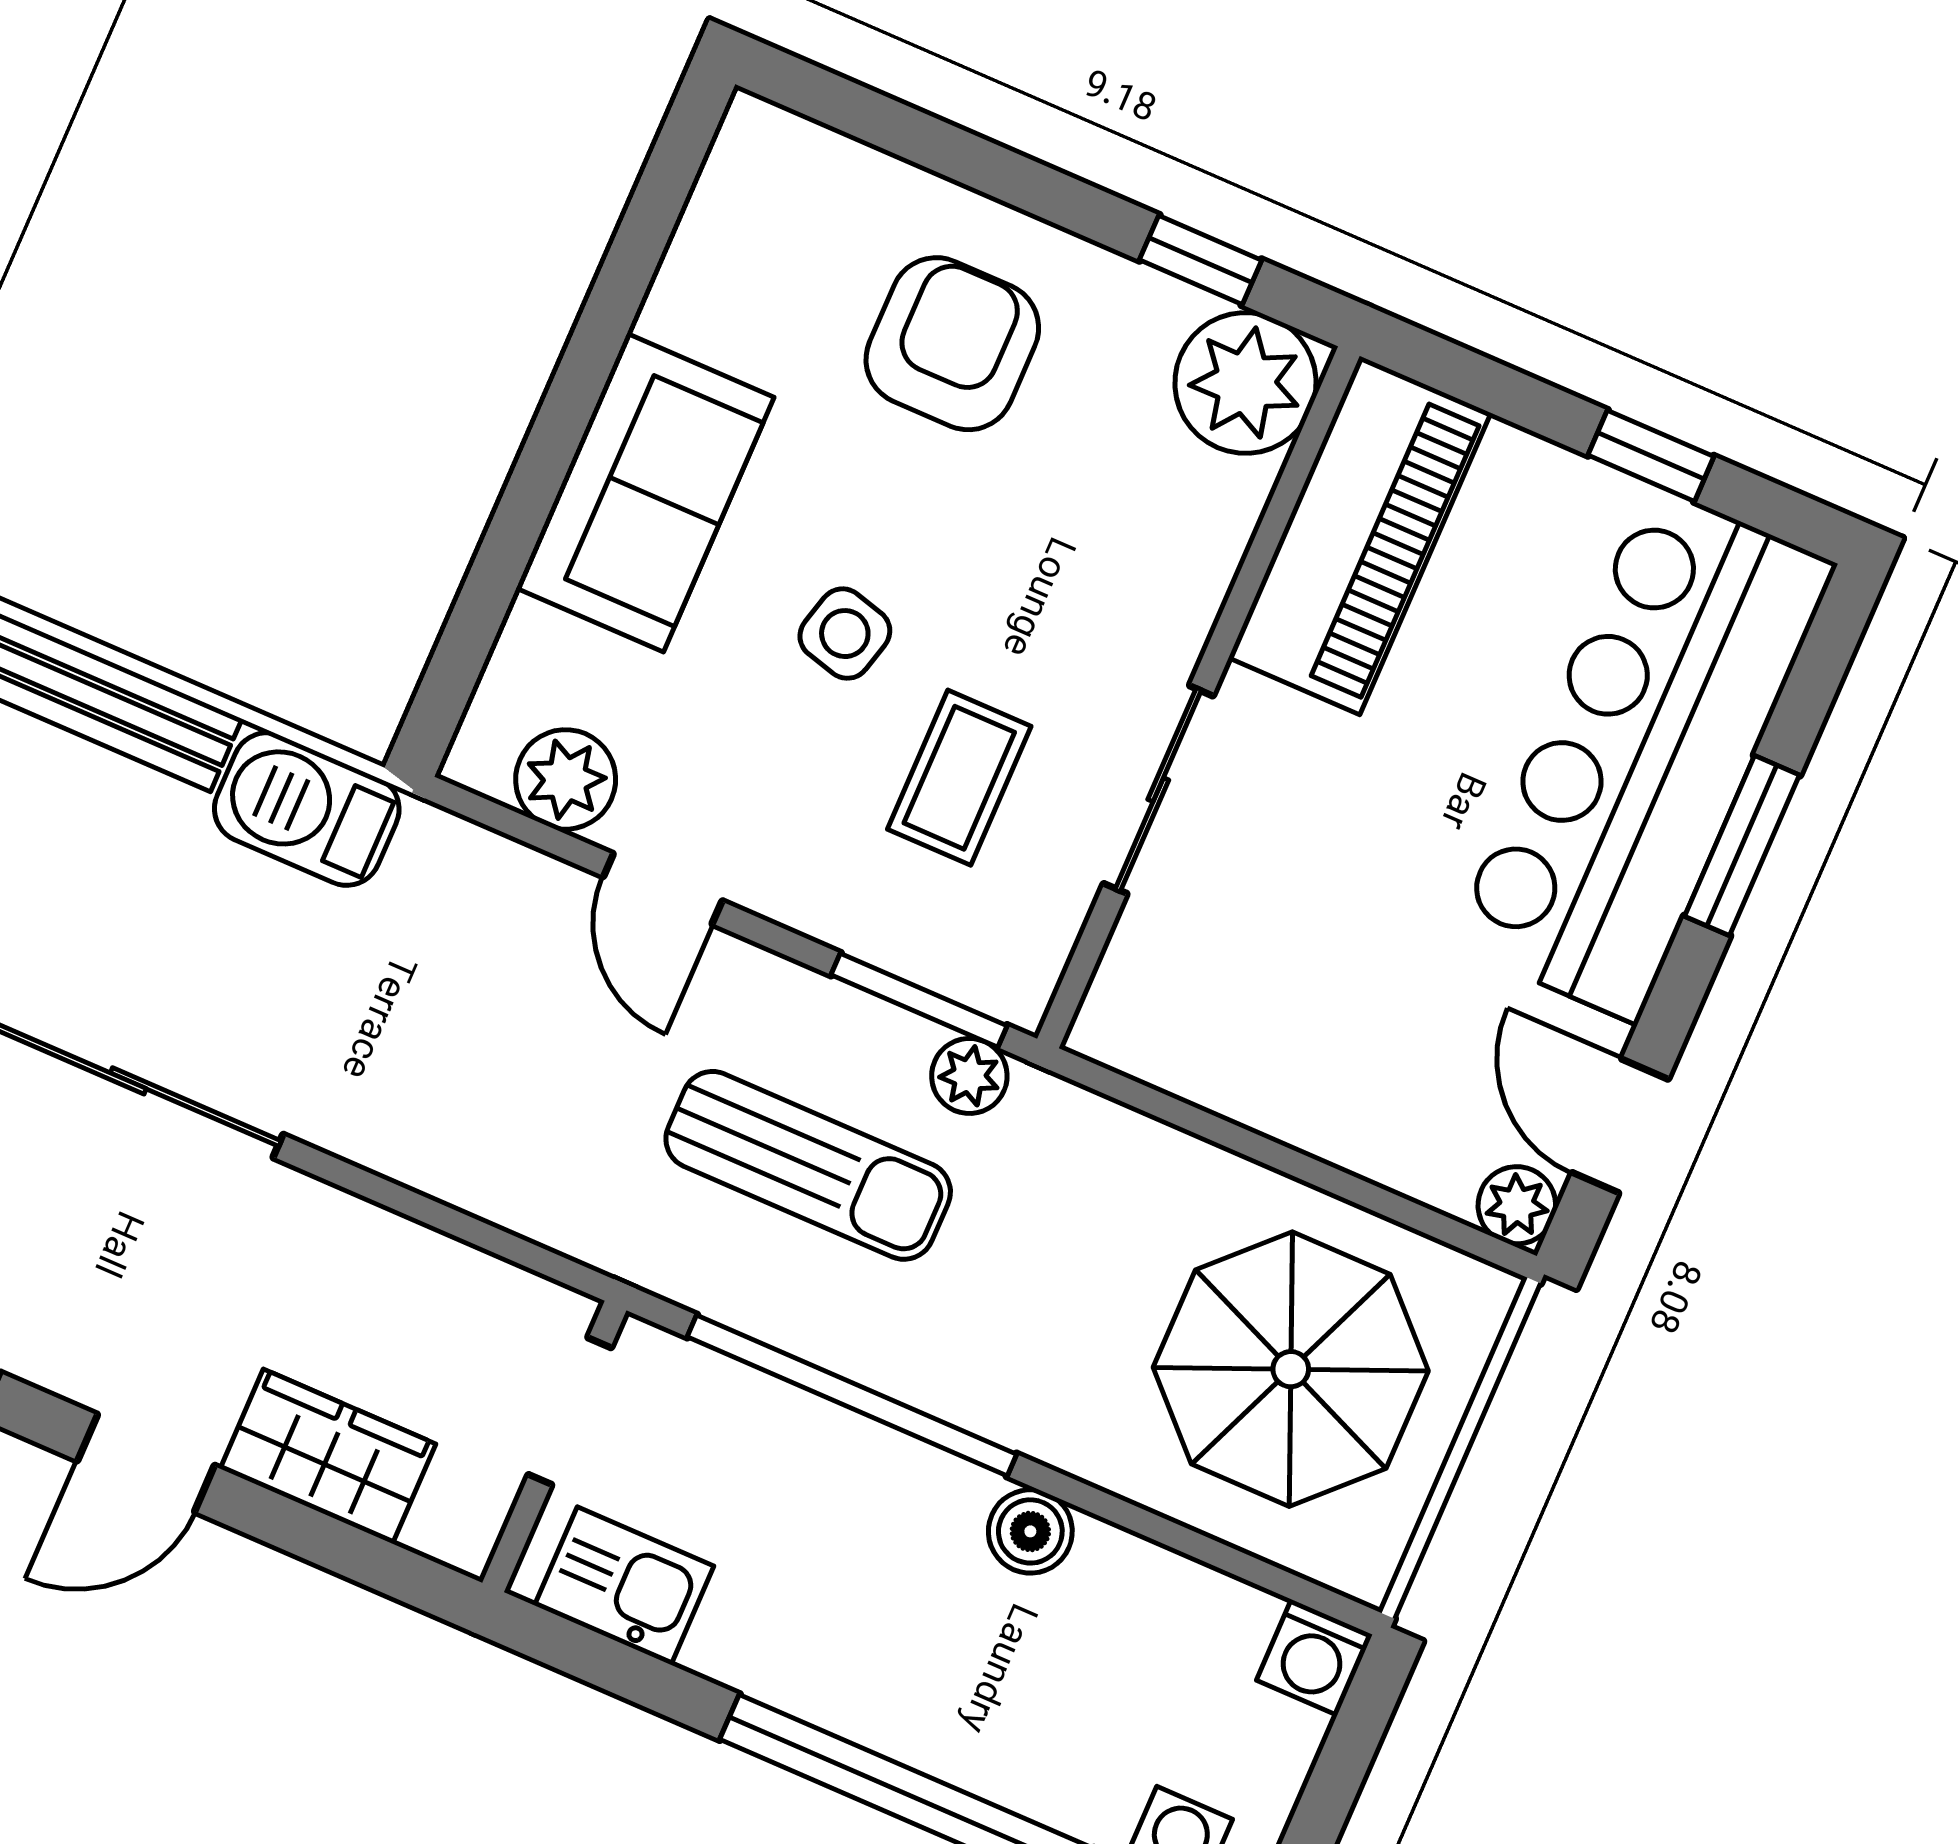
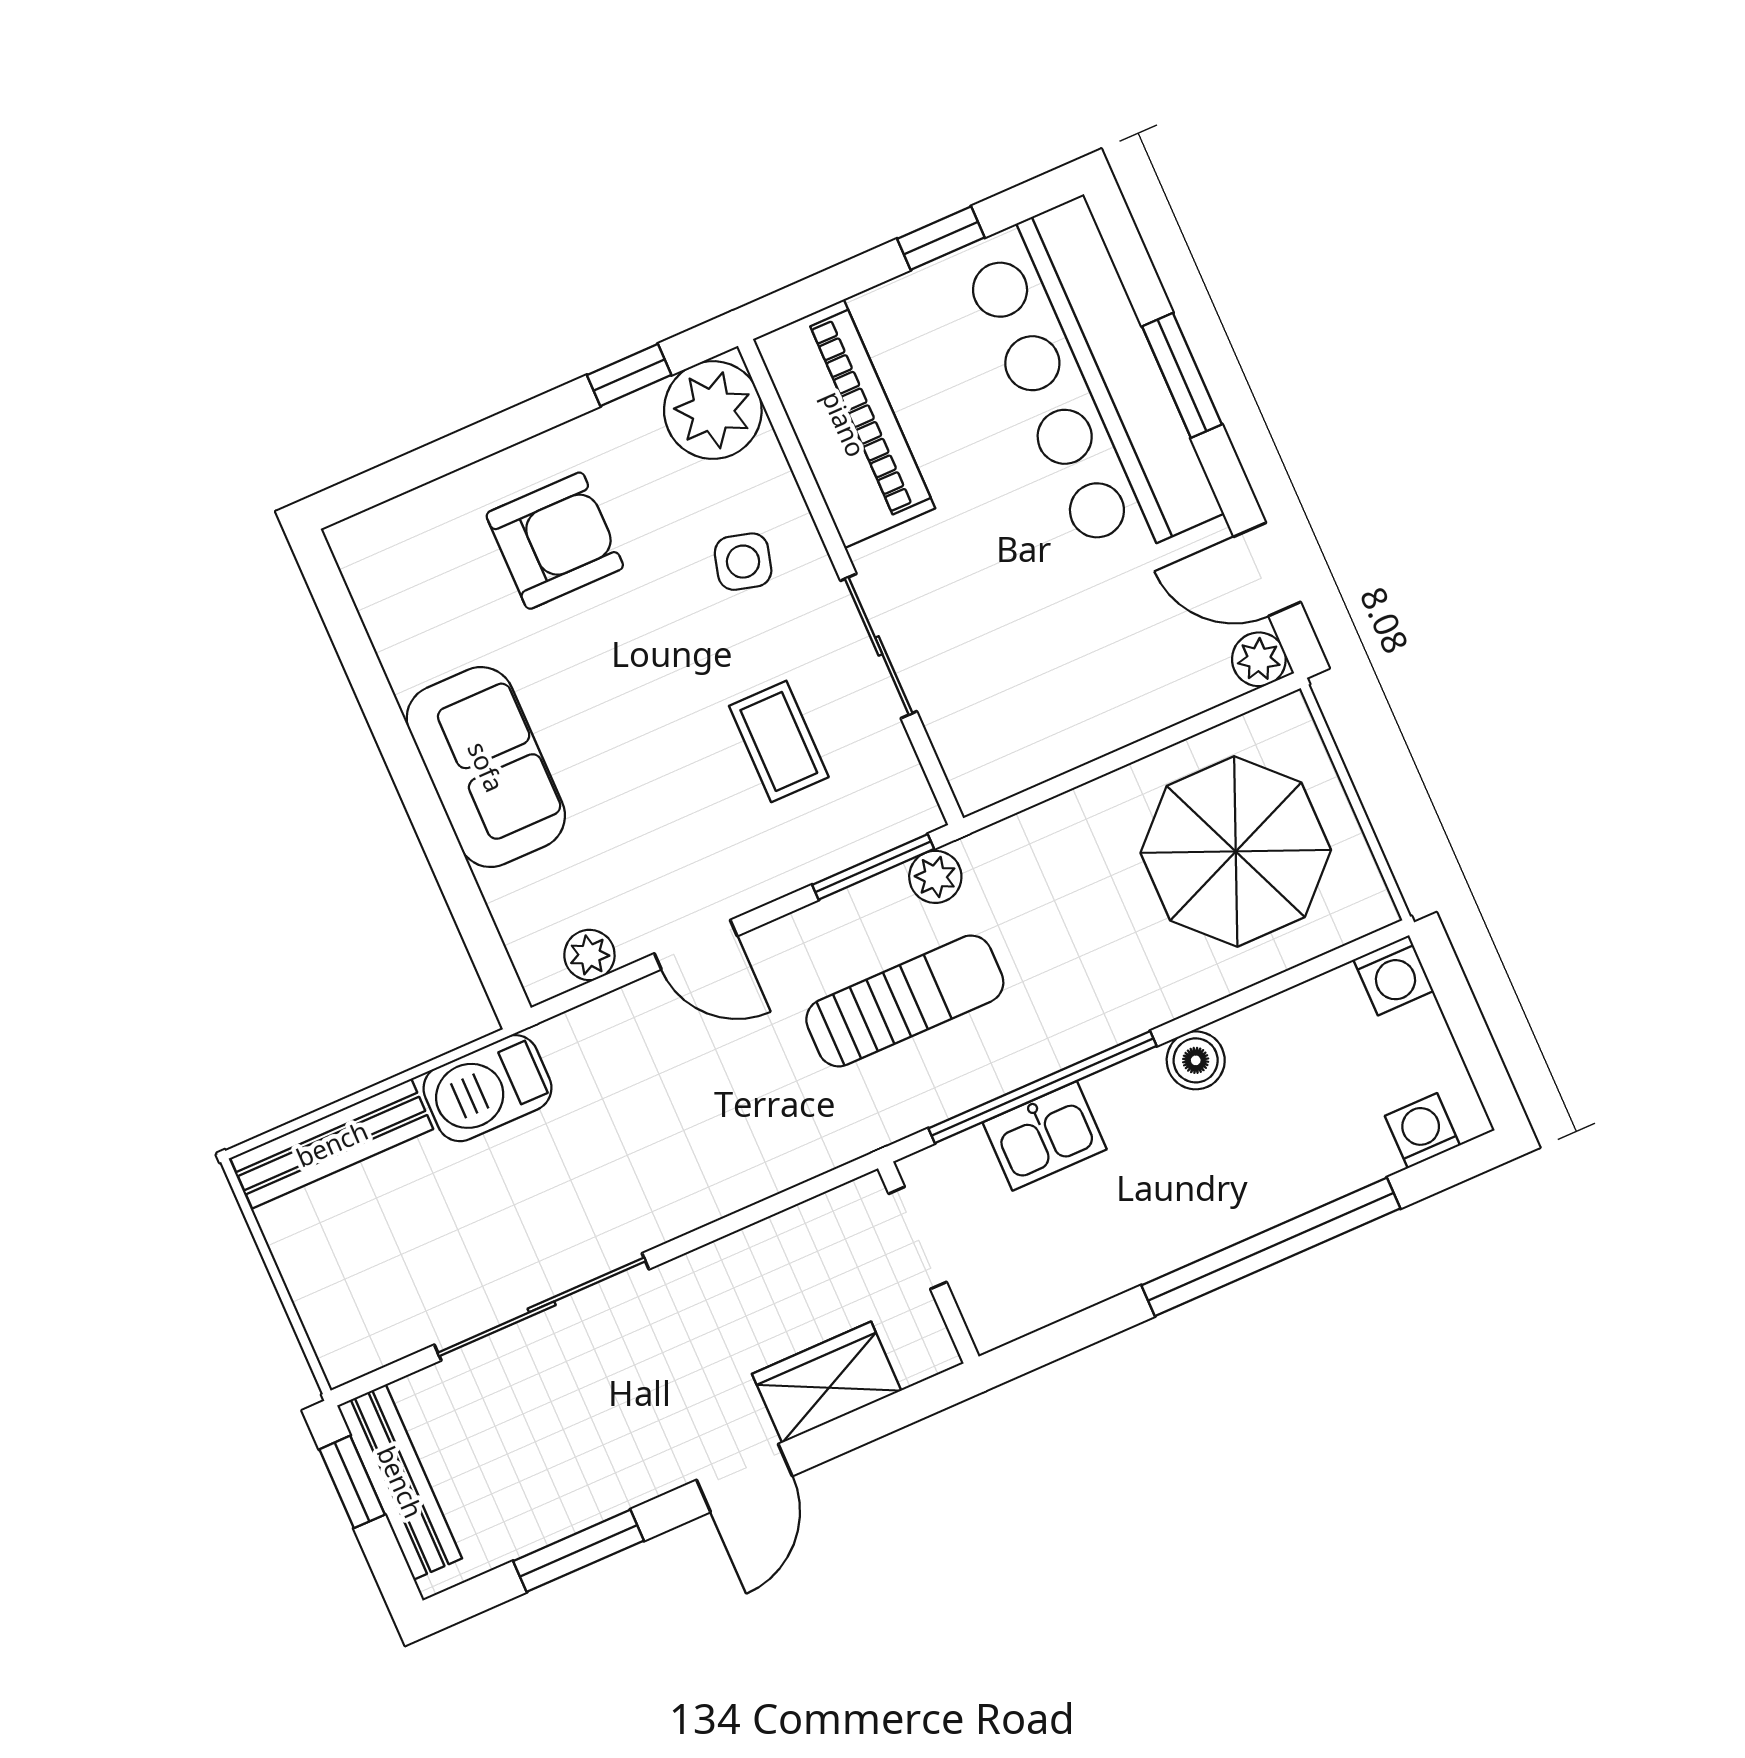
armchair: (952, 344) -> (555, 541), turned 90
side table: (845, 634) -> (743, 562), moved
plant: (566, 779) -> (589, 955), width x0.73, depth x0.73
kitchen sink: (624, 1586) -> (1045, 1136), moved, turned 180

